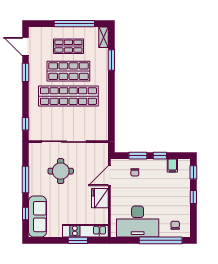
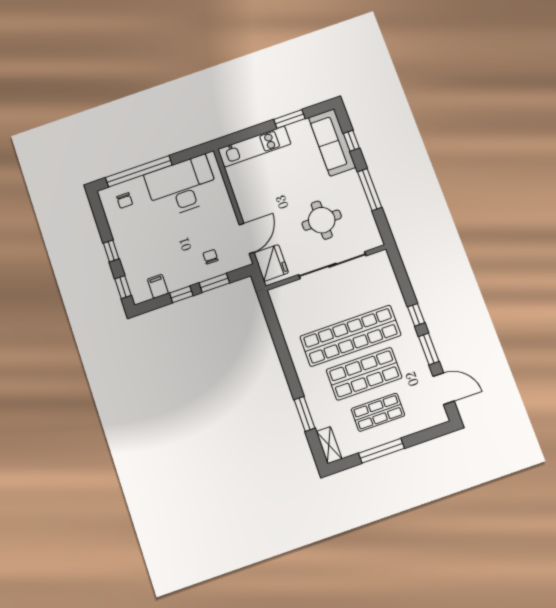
window: (74, 24) -> (381, 451), width x0.68
window: (25, 124) -> (416, 315), moved
fridge: (100, 198) -> (271, 263), moved
window: (78, 240) -> (289, 119), moved

